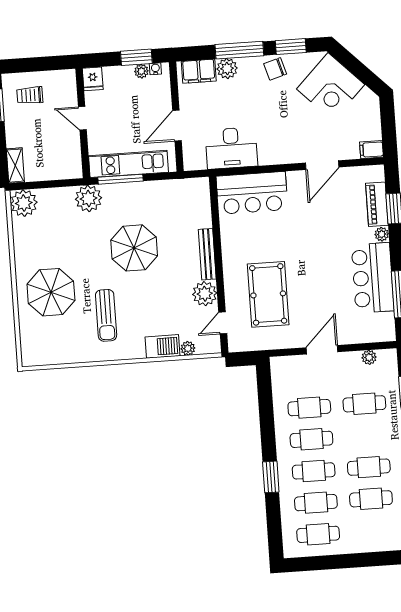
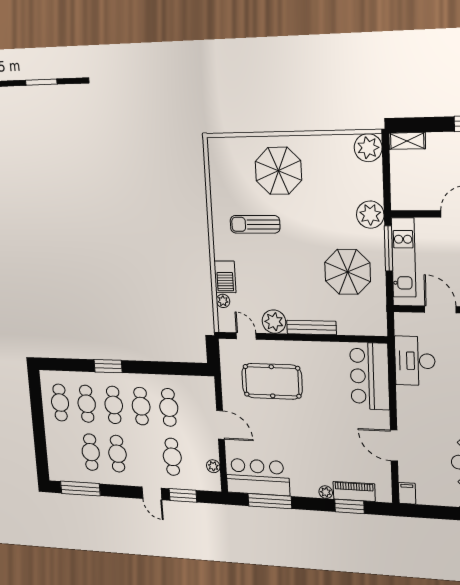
parasol: (134, 248) -> (348, 272), moved
bar counter: (373, 278) -> (258, 477), moved

